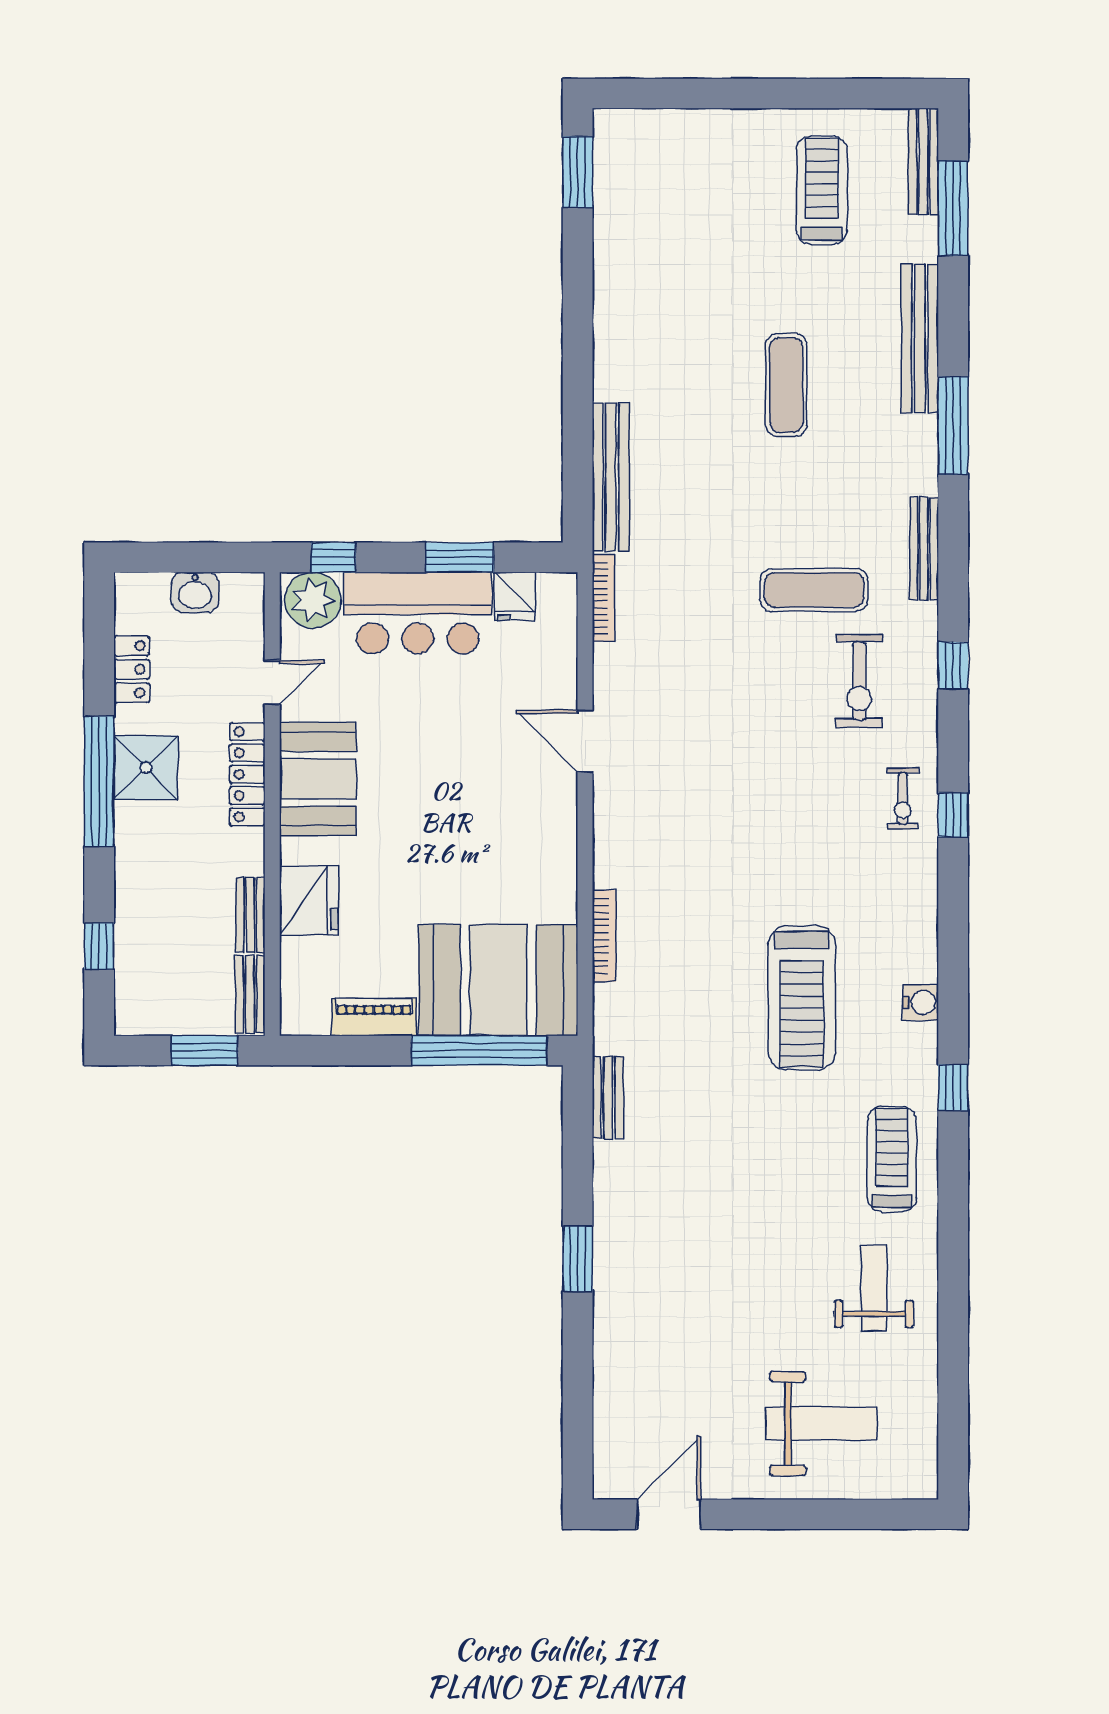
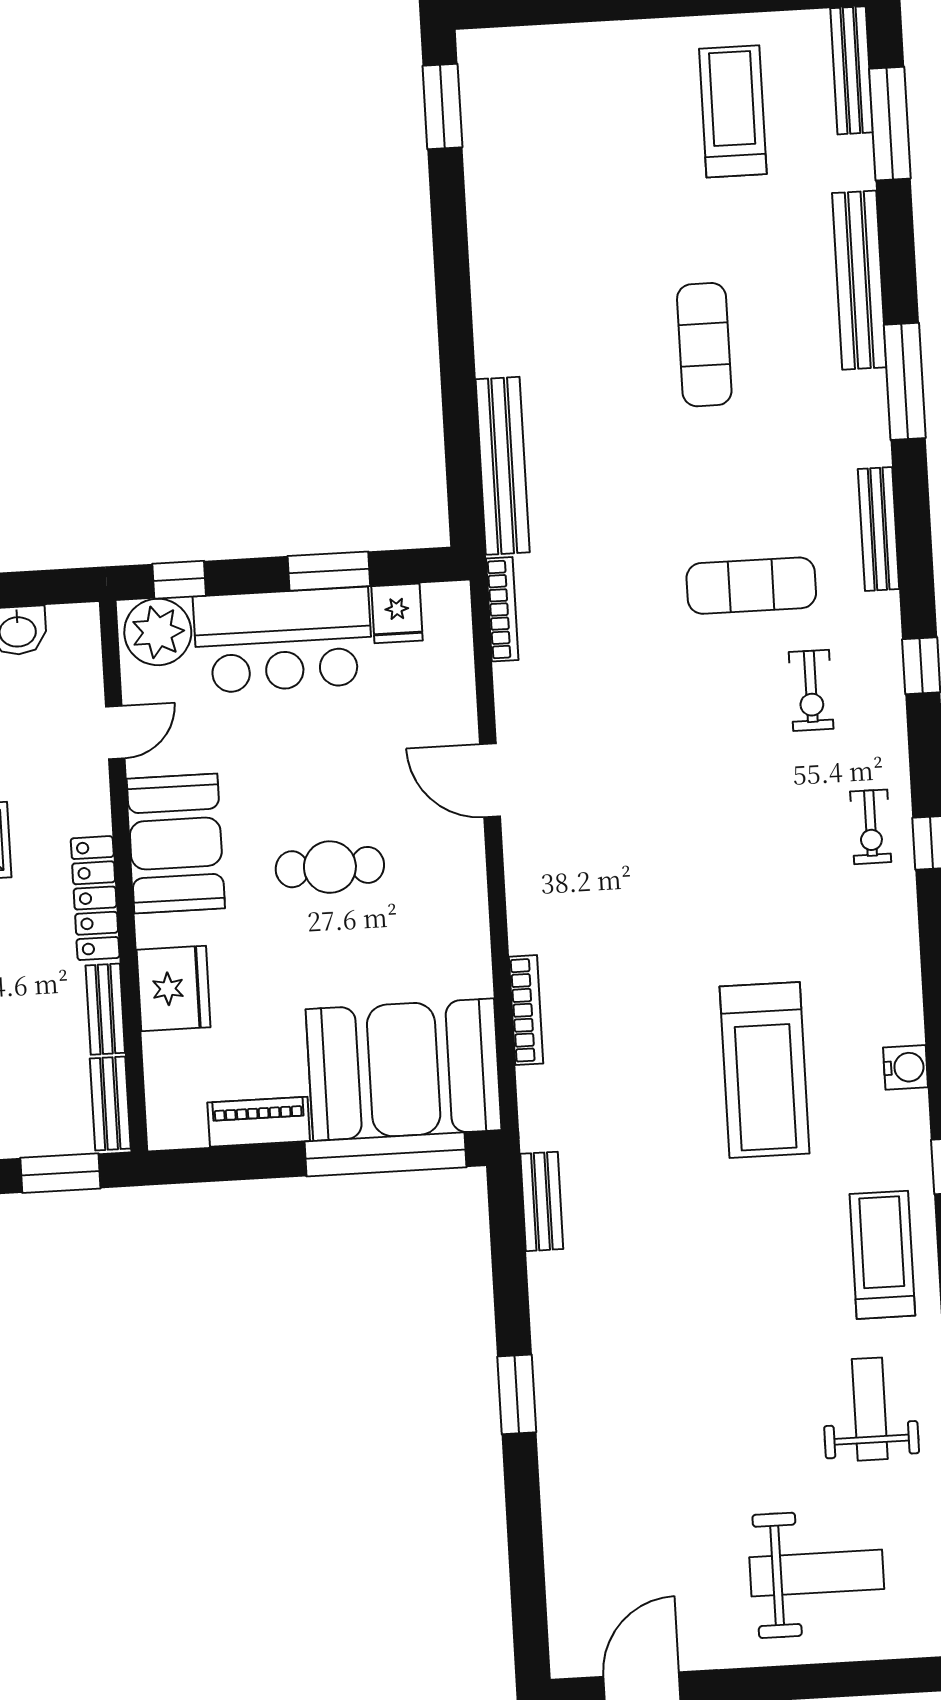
exercise bike: (859, 681) -> (811, 690), width x0.73, depth x0.72
locker: (247, 774) -> (95, 898), moved
cafe table: (446, 806) -> (330, 867), added

